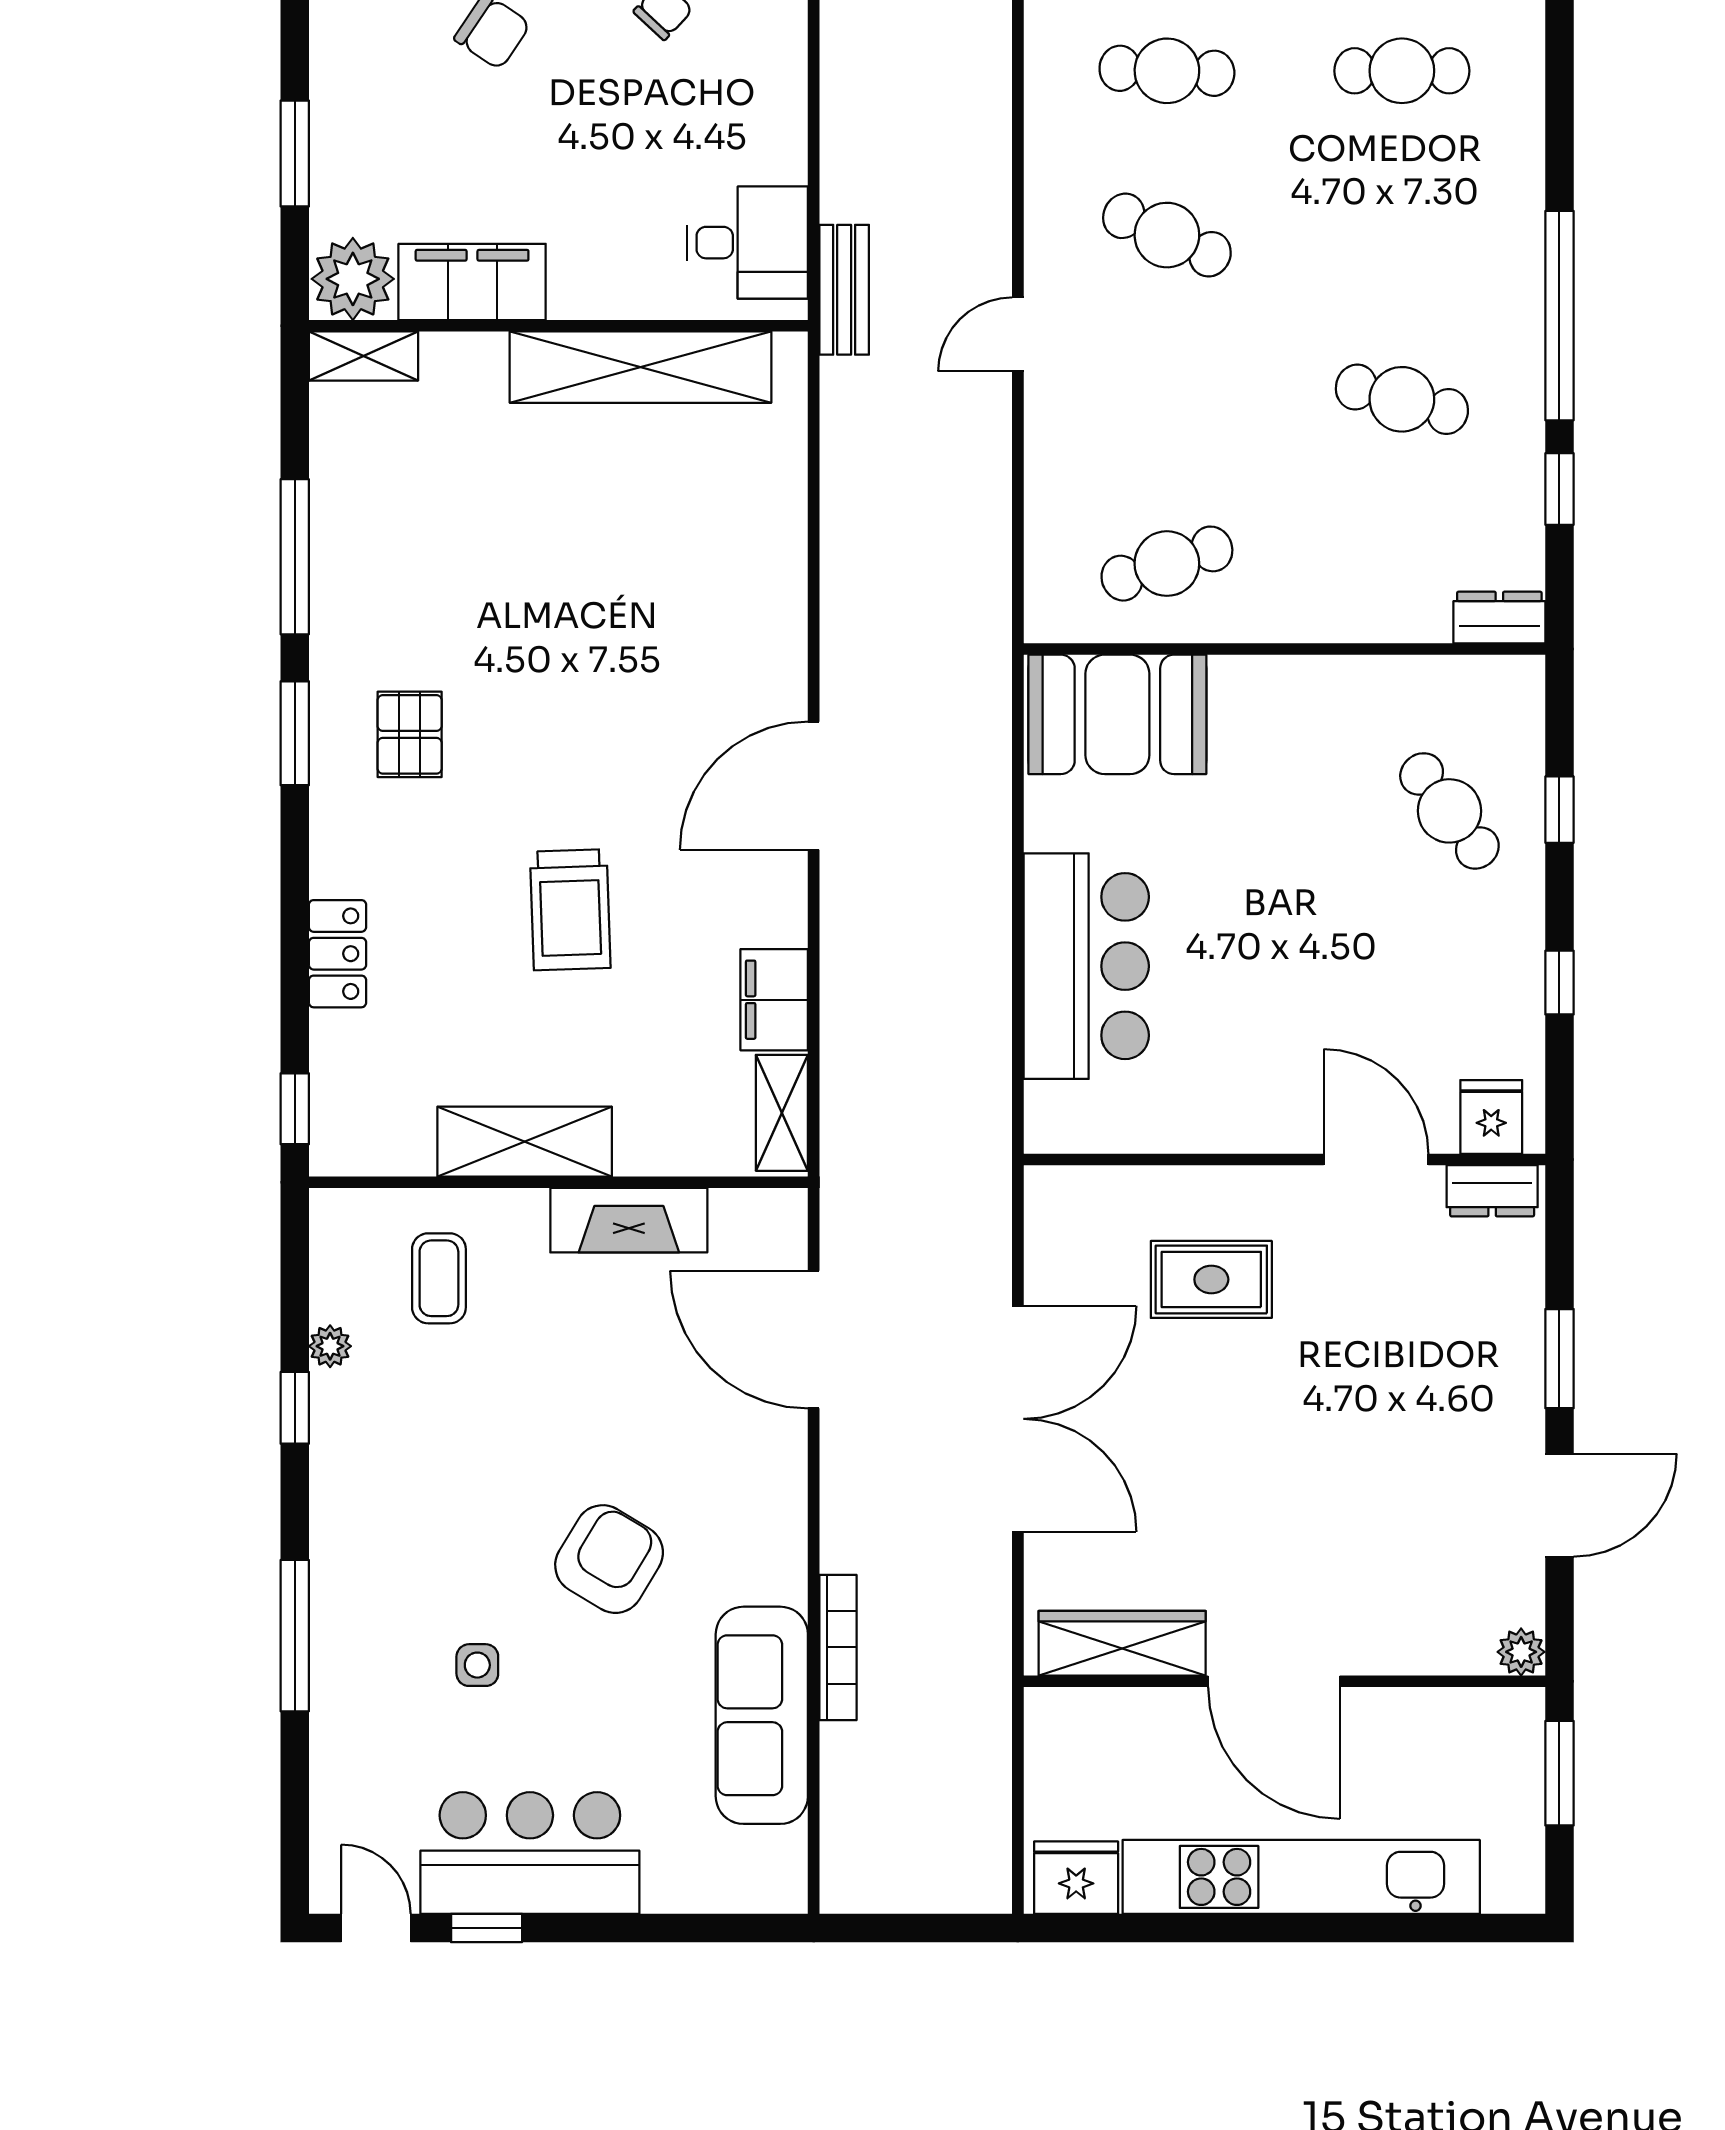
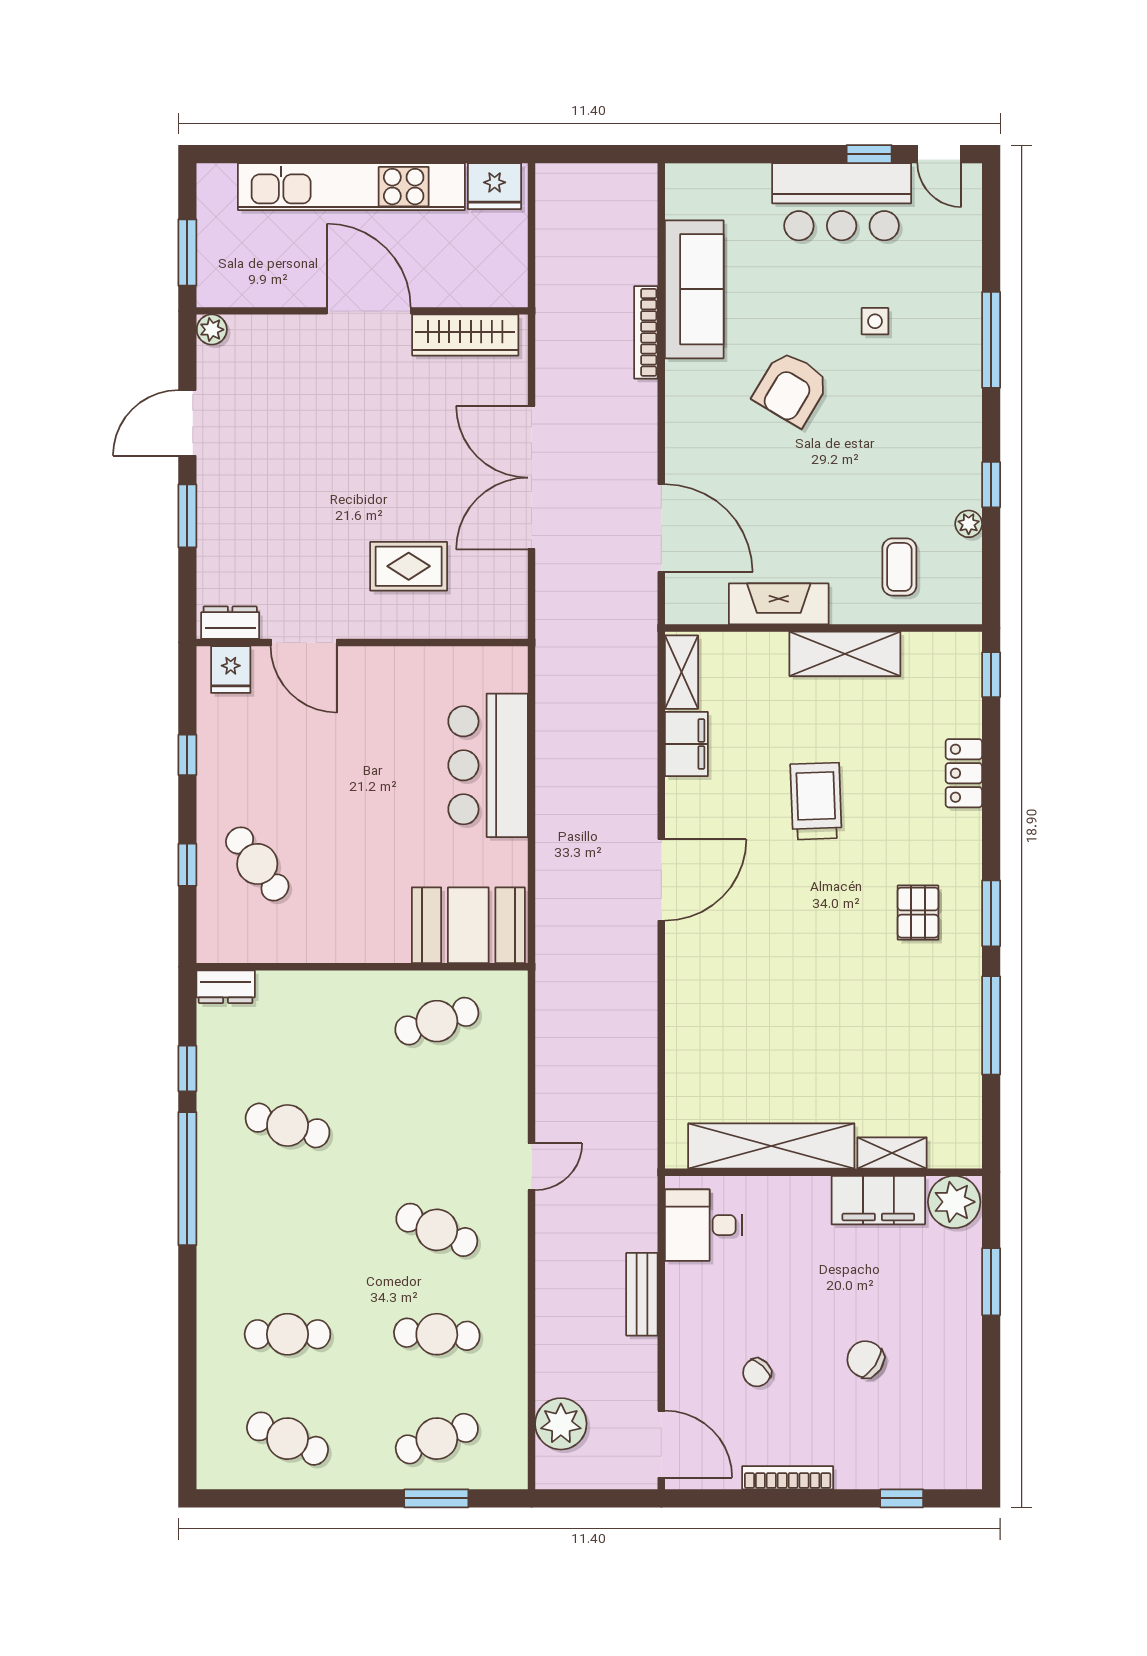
bench: (844, 290) -> (642, 1294), moved
shelving: (364, 356) -> (892, 1153), moved

